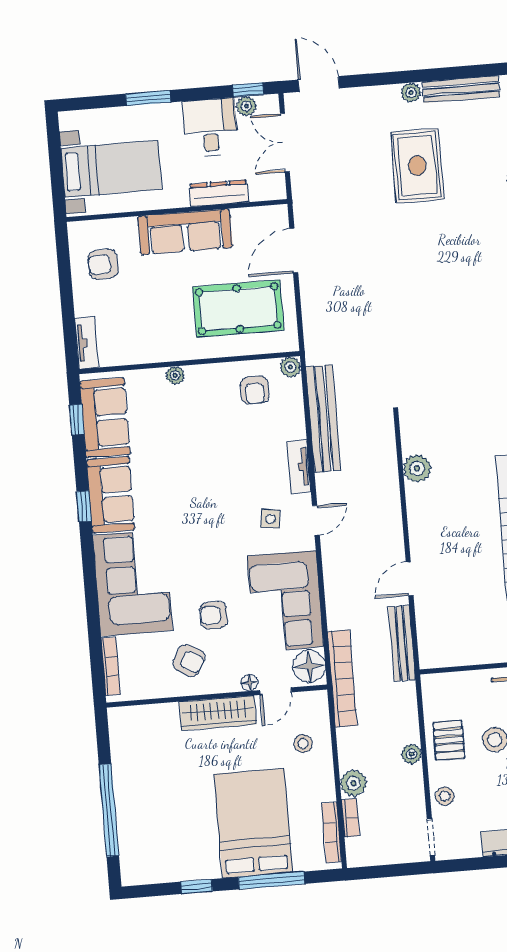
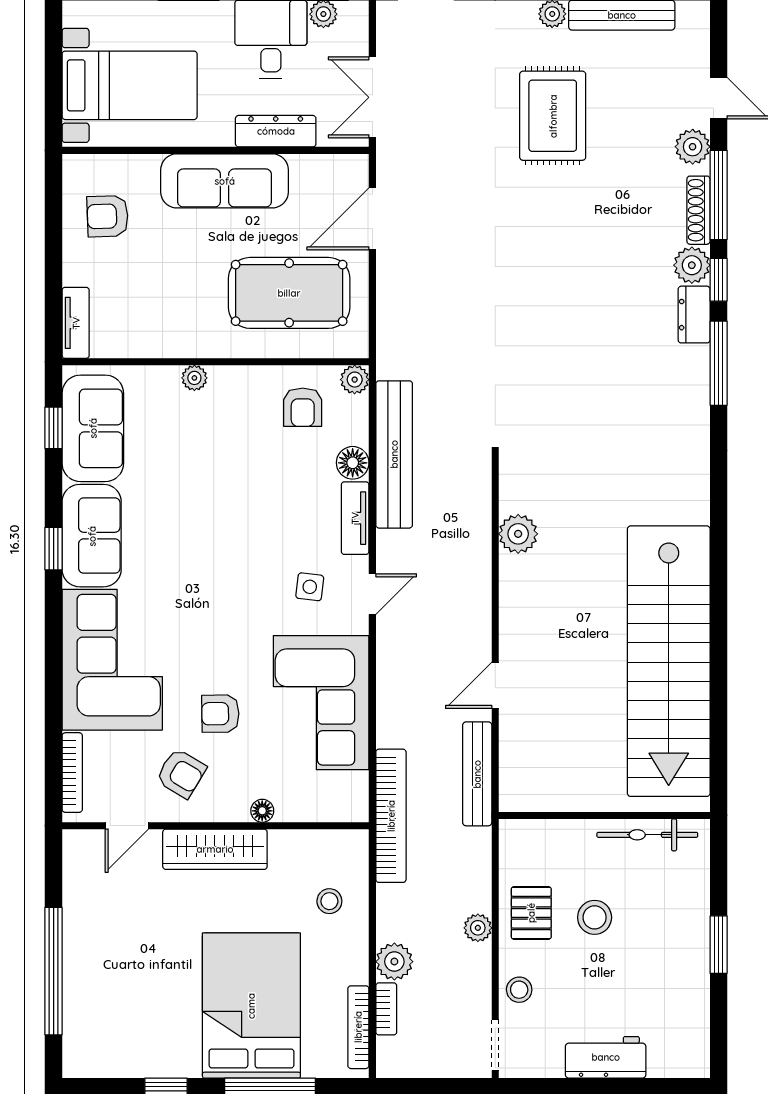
double door: (285, 143) -> (372, 97), moved
floor lamp: (309, 666) -> (353, 463), moved, width x0.73, depth x0.73
door: (276, 691) -> (127, 826), moved

